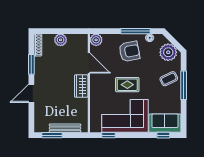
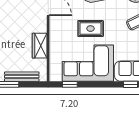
wardrobe: (81, 86) -> (40, 46), moved

